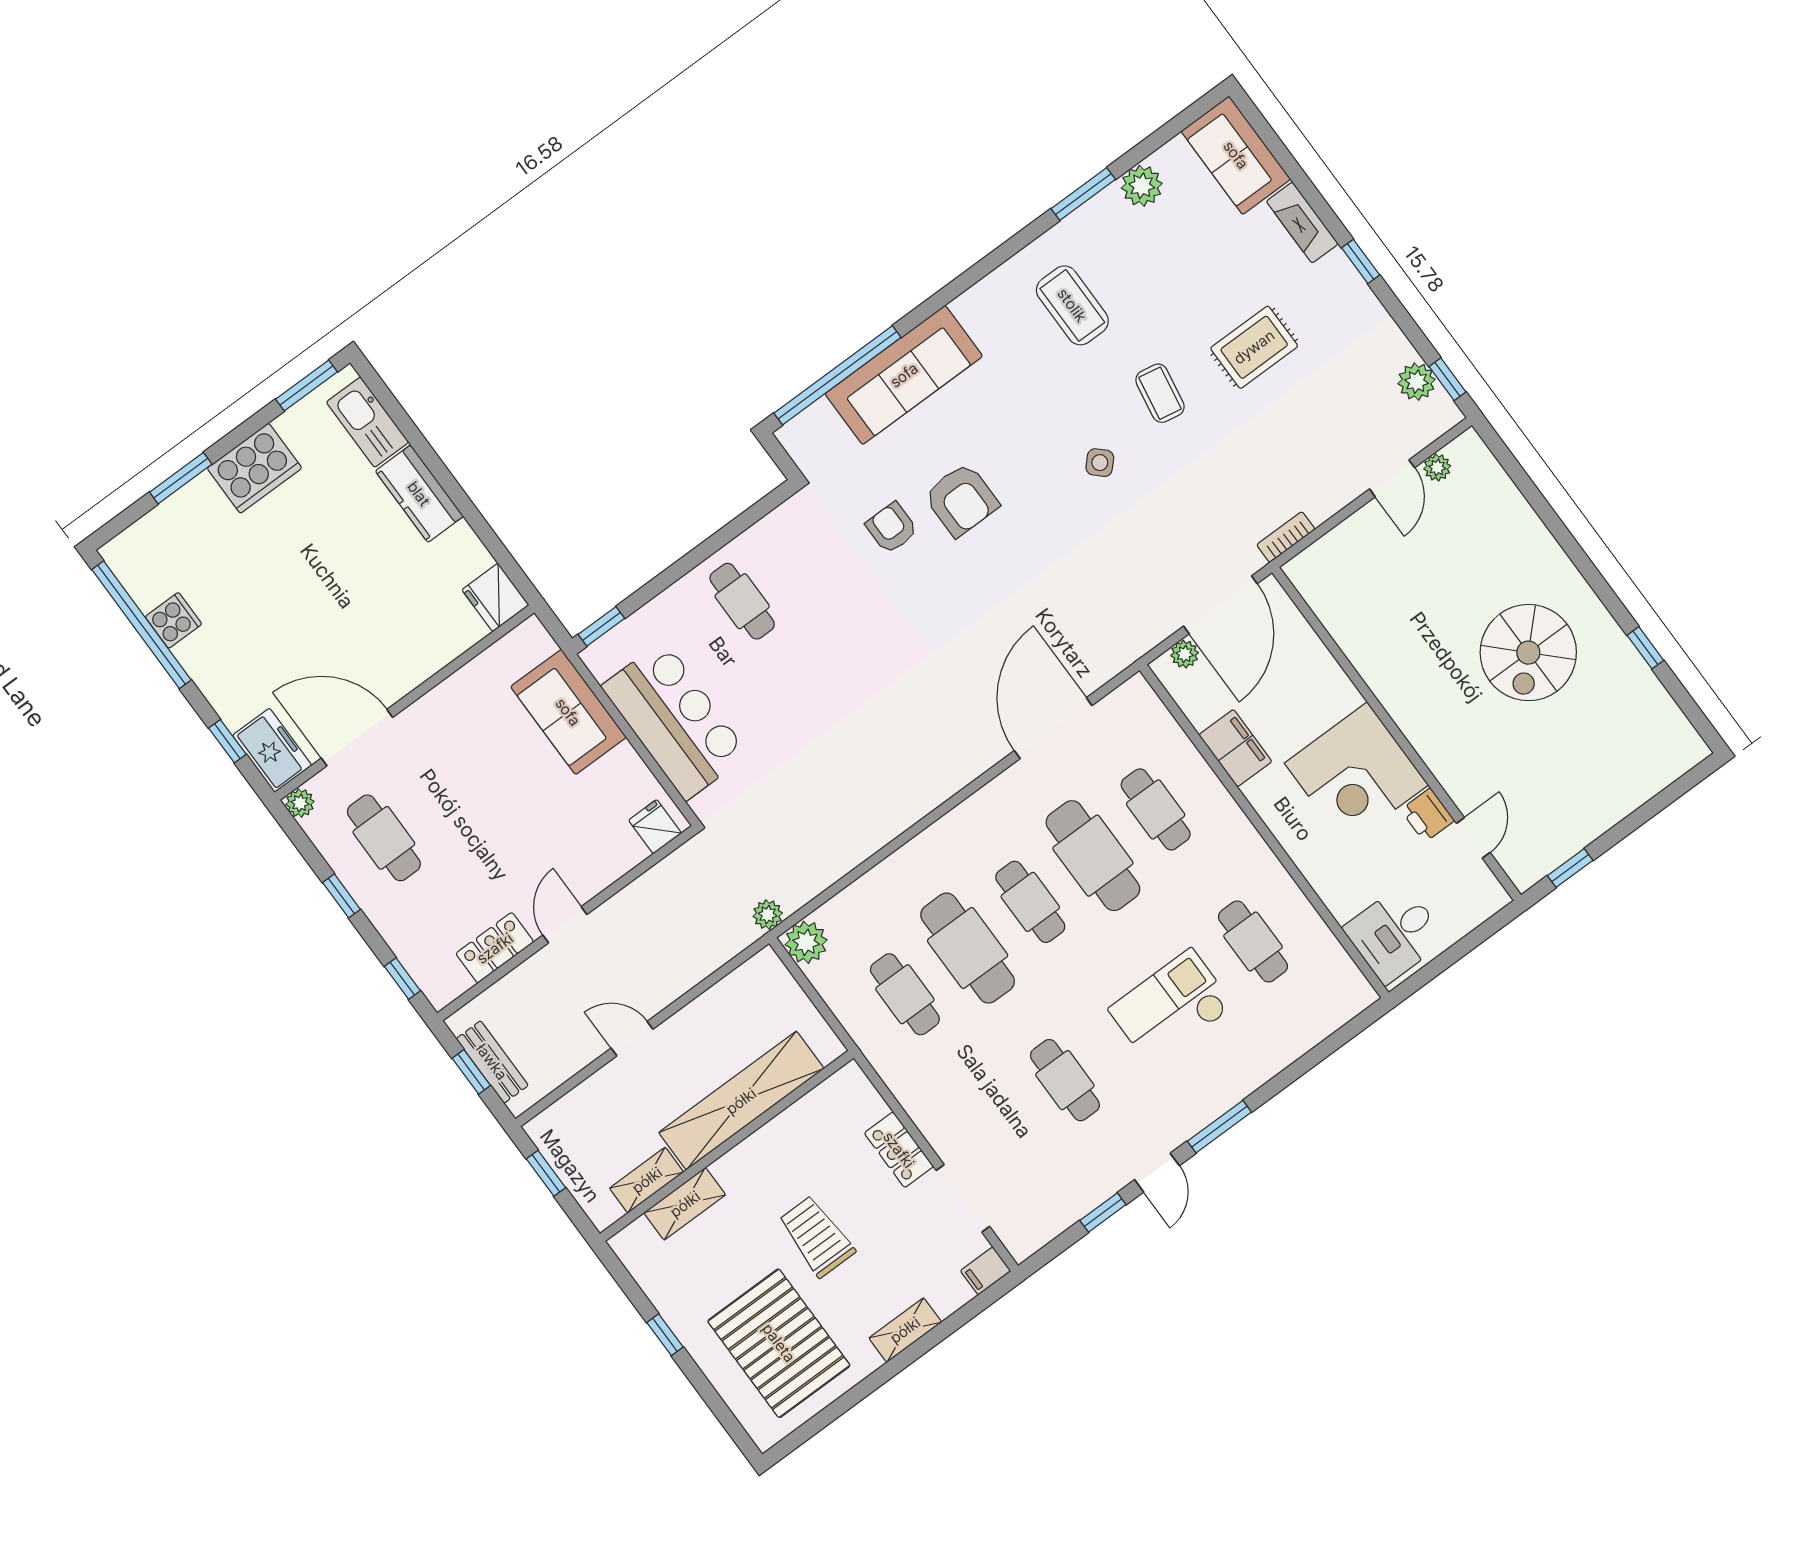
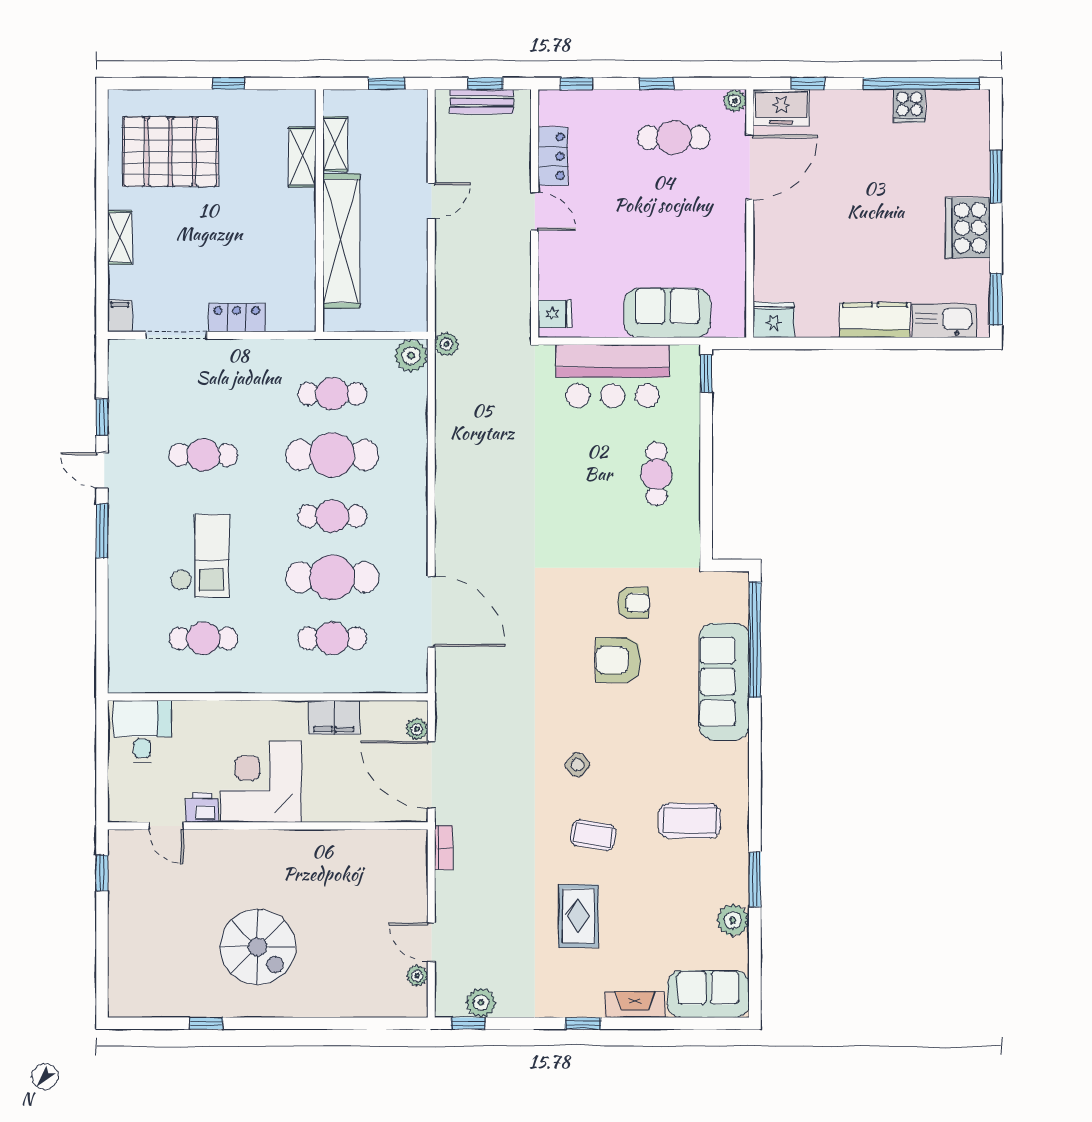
cafe table: (742, 601) -> (656, 474), turned 90
spiral stairs: (1528, 653) -> (258, 947), turned 180
trolley: (817, 1236) -> (220, 225), removed

